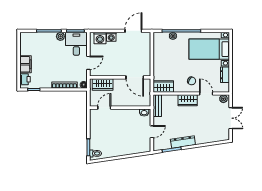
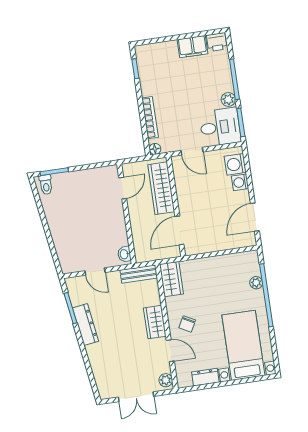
door: (133, 31) -> (255, 217), swing flipped
filing cabinet: (26, 64) -> (193, 47), moved
printer: (25, 79) -> (217, 42), moved
wardrobe: (103, 85) -> (161, 188), width x1.50
door: (206, 94) -> (170, 351), hinge flipped
door: (104, 108) -> (123, 188), hinge flipped

